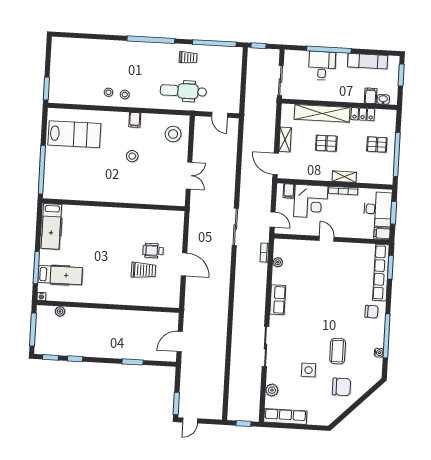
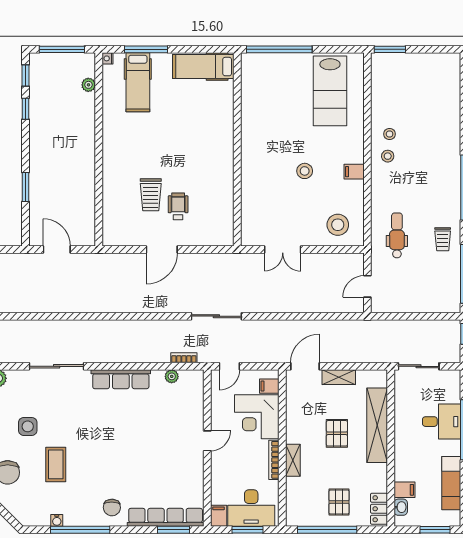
dental chair: (183, 91) -> (397, 235), width x0.73, depth x0.72
locker: (363, 114) -> (379, 509), moved
row of seats: (278, 300) -> (121, 379), width x1.48
coffee table: (338, 351) -> (56, 464), turned 90

